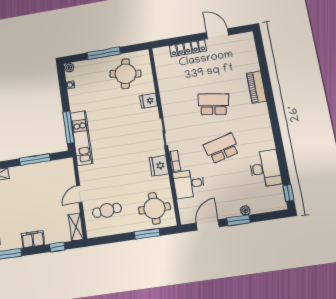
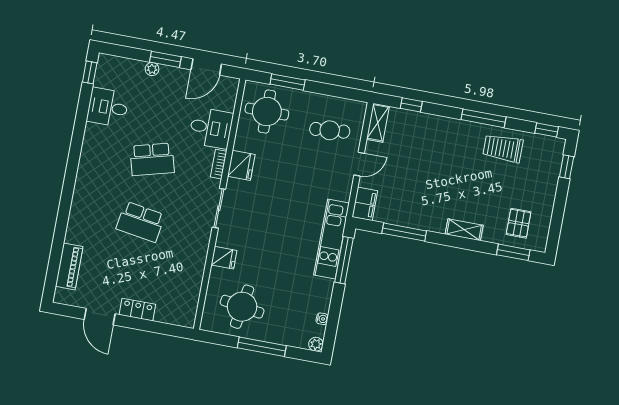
locker: (188, 48) -> (137, 310), width x0.66
piano: (256, 87) -> (69, 266), moved
desk: (265, 168) -> (108, 107), width x0.73
filing cabinet: (33, 239) -> (365, 204), moved, turned -90

